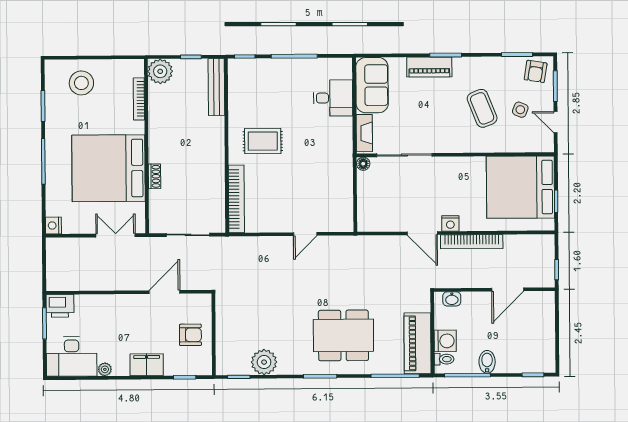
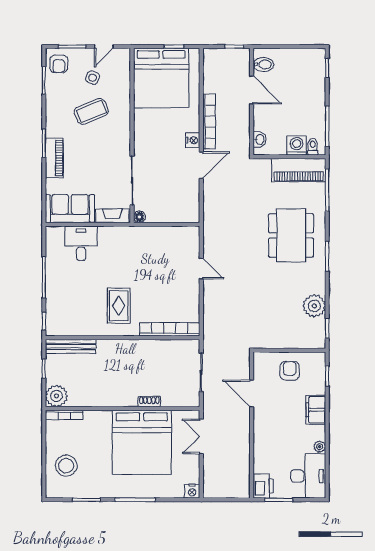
armchair: (536, 71) -> (59, 64), turned 81
bookcase: (139, 99) -> (64, 415), moved
bidet: (487, 362) -> (263, 64), moved, turned 180

